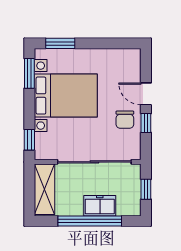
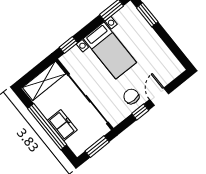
bed with nightstands: (66, 96) -> (110, 51), width x0.73
chair: (125, 120) -> (131, 96), turned 90
window: (146, 189) -> (97, 147), width x1.50

